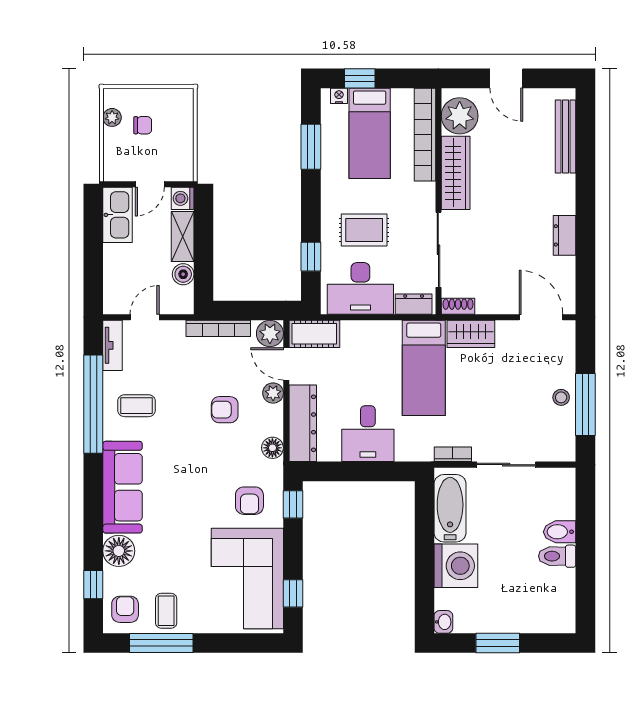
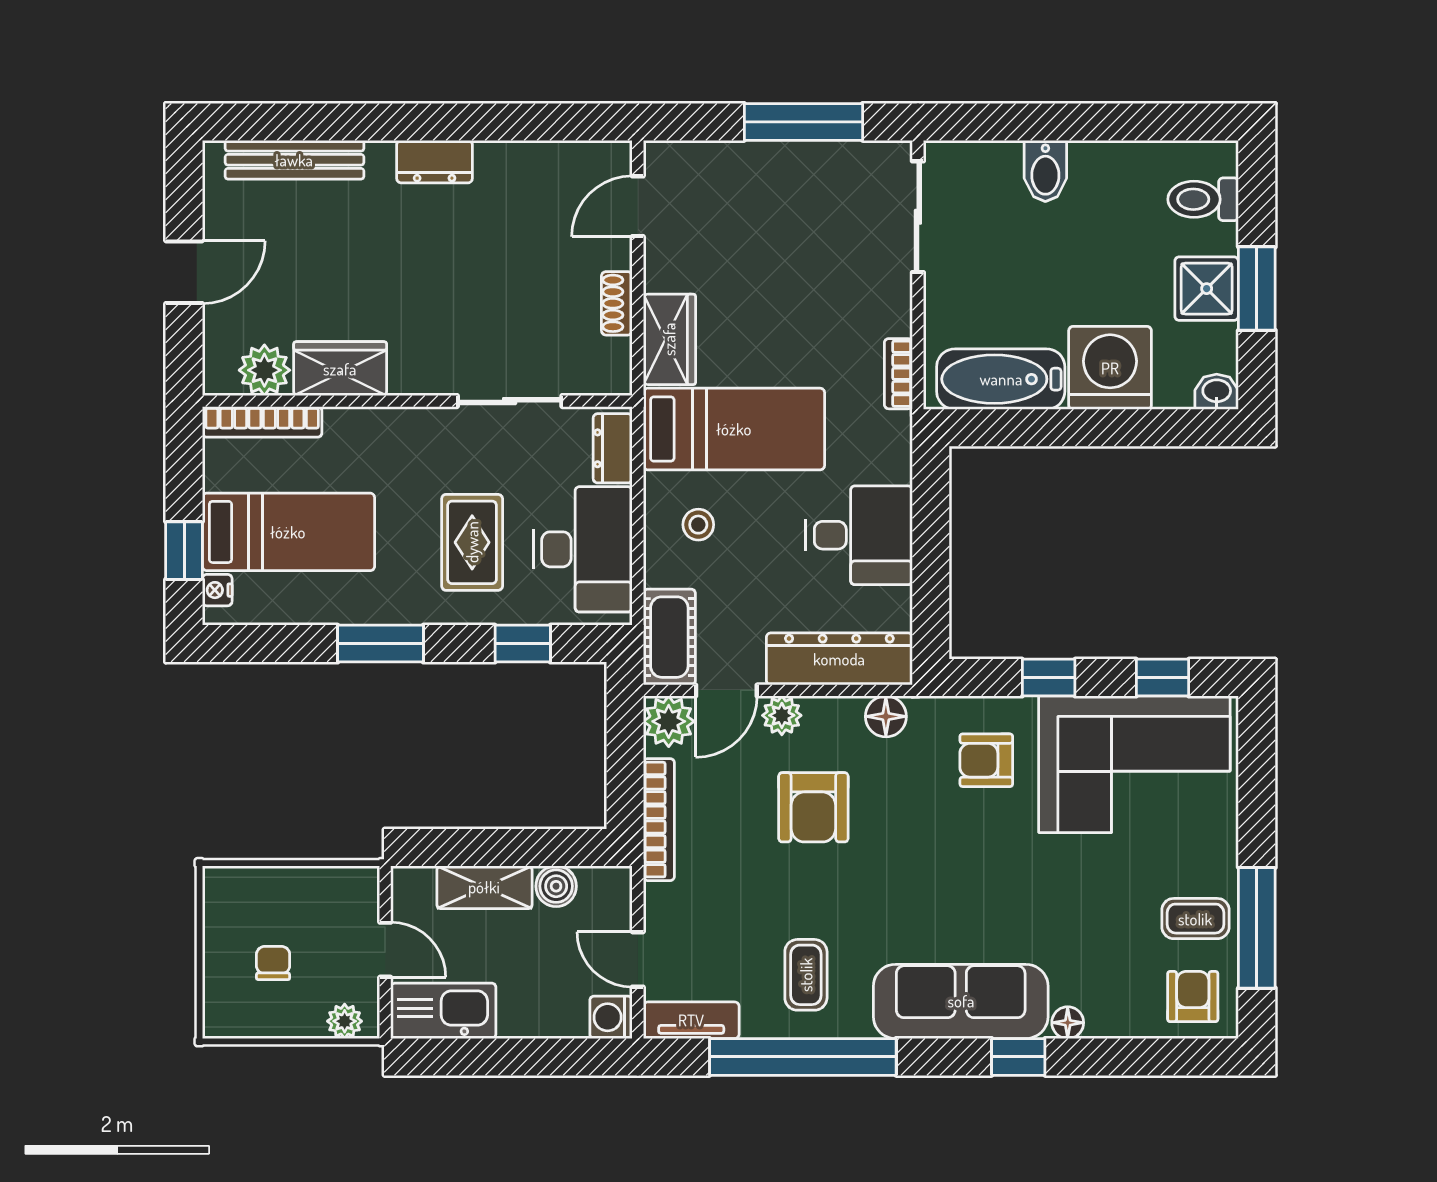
plant: (460, 116) -> (264, 370), width x0.73, depth x0.73
plant: (112, 117) -> (345, 1021), moved
bookcase: (425, 135) -> (262, 422), width x0.68, depth x0.76
window: (311, 147) -> (381, 644), moved
wardrobe: (456, 173) -> (340, 369), width x0.67
washing machine: (183, 198) -> (611, 1017), moved, turned 90
dresser: (565, 235) -> (435, 162), moved
sliding door: (438, 250) -> (510, 401), width x0.73
shoe rack: (458, 306) -> (617, 303), moved
door: (541, 317) -> (638, 206), width x0.73
stool: (561, 397) -> (698, 525), moved
armchair: (225, 410) -> (813, 807), width x1.38, depth x1.38
sliding door: (506, 465) -> (918, 217), moved
armchair: (249, 501) -> (986, 760), turned 180
window: (293, 504) -> (1049, 678), moved
floor lamp: (119, 551) -> (1068, 1023), width x0.53, depth x0.53
toilet: (557, 556) -> (1203, 199), moved, turned 90
window: (93, 585) -> (1018, 1057), moved
armchair: (125, 609) -> (1193, 997), turned 90
shower: (498, 617) -> (1207, 289), added

